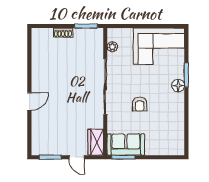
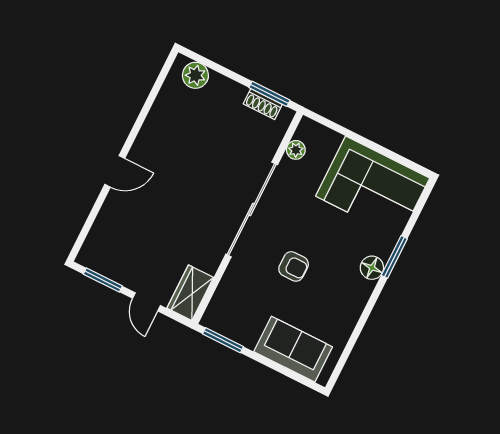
shoe rack: (63, 33) -> (263, 104), moved
plant: (45, 35) -> (195, 75), added
armchair: (140, 104) -> (294, 266), turned -90
sofa: (126, 144) -> (293, 349), moved

